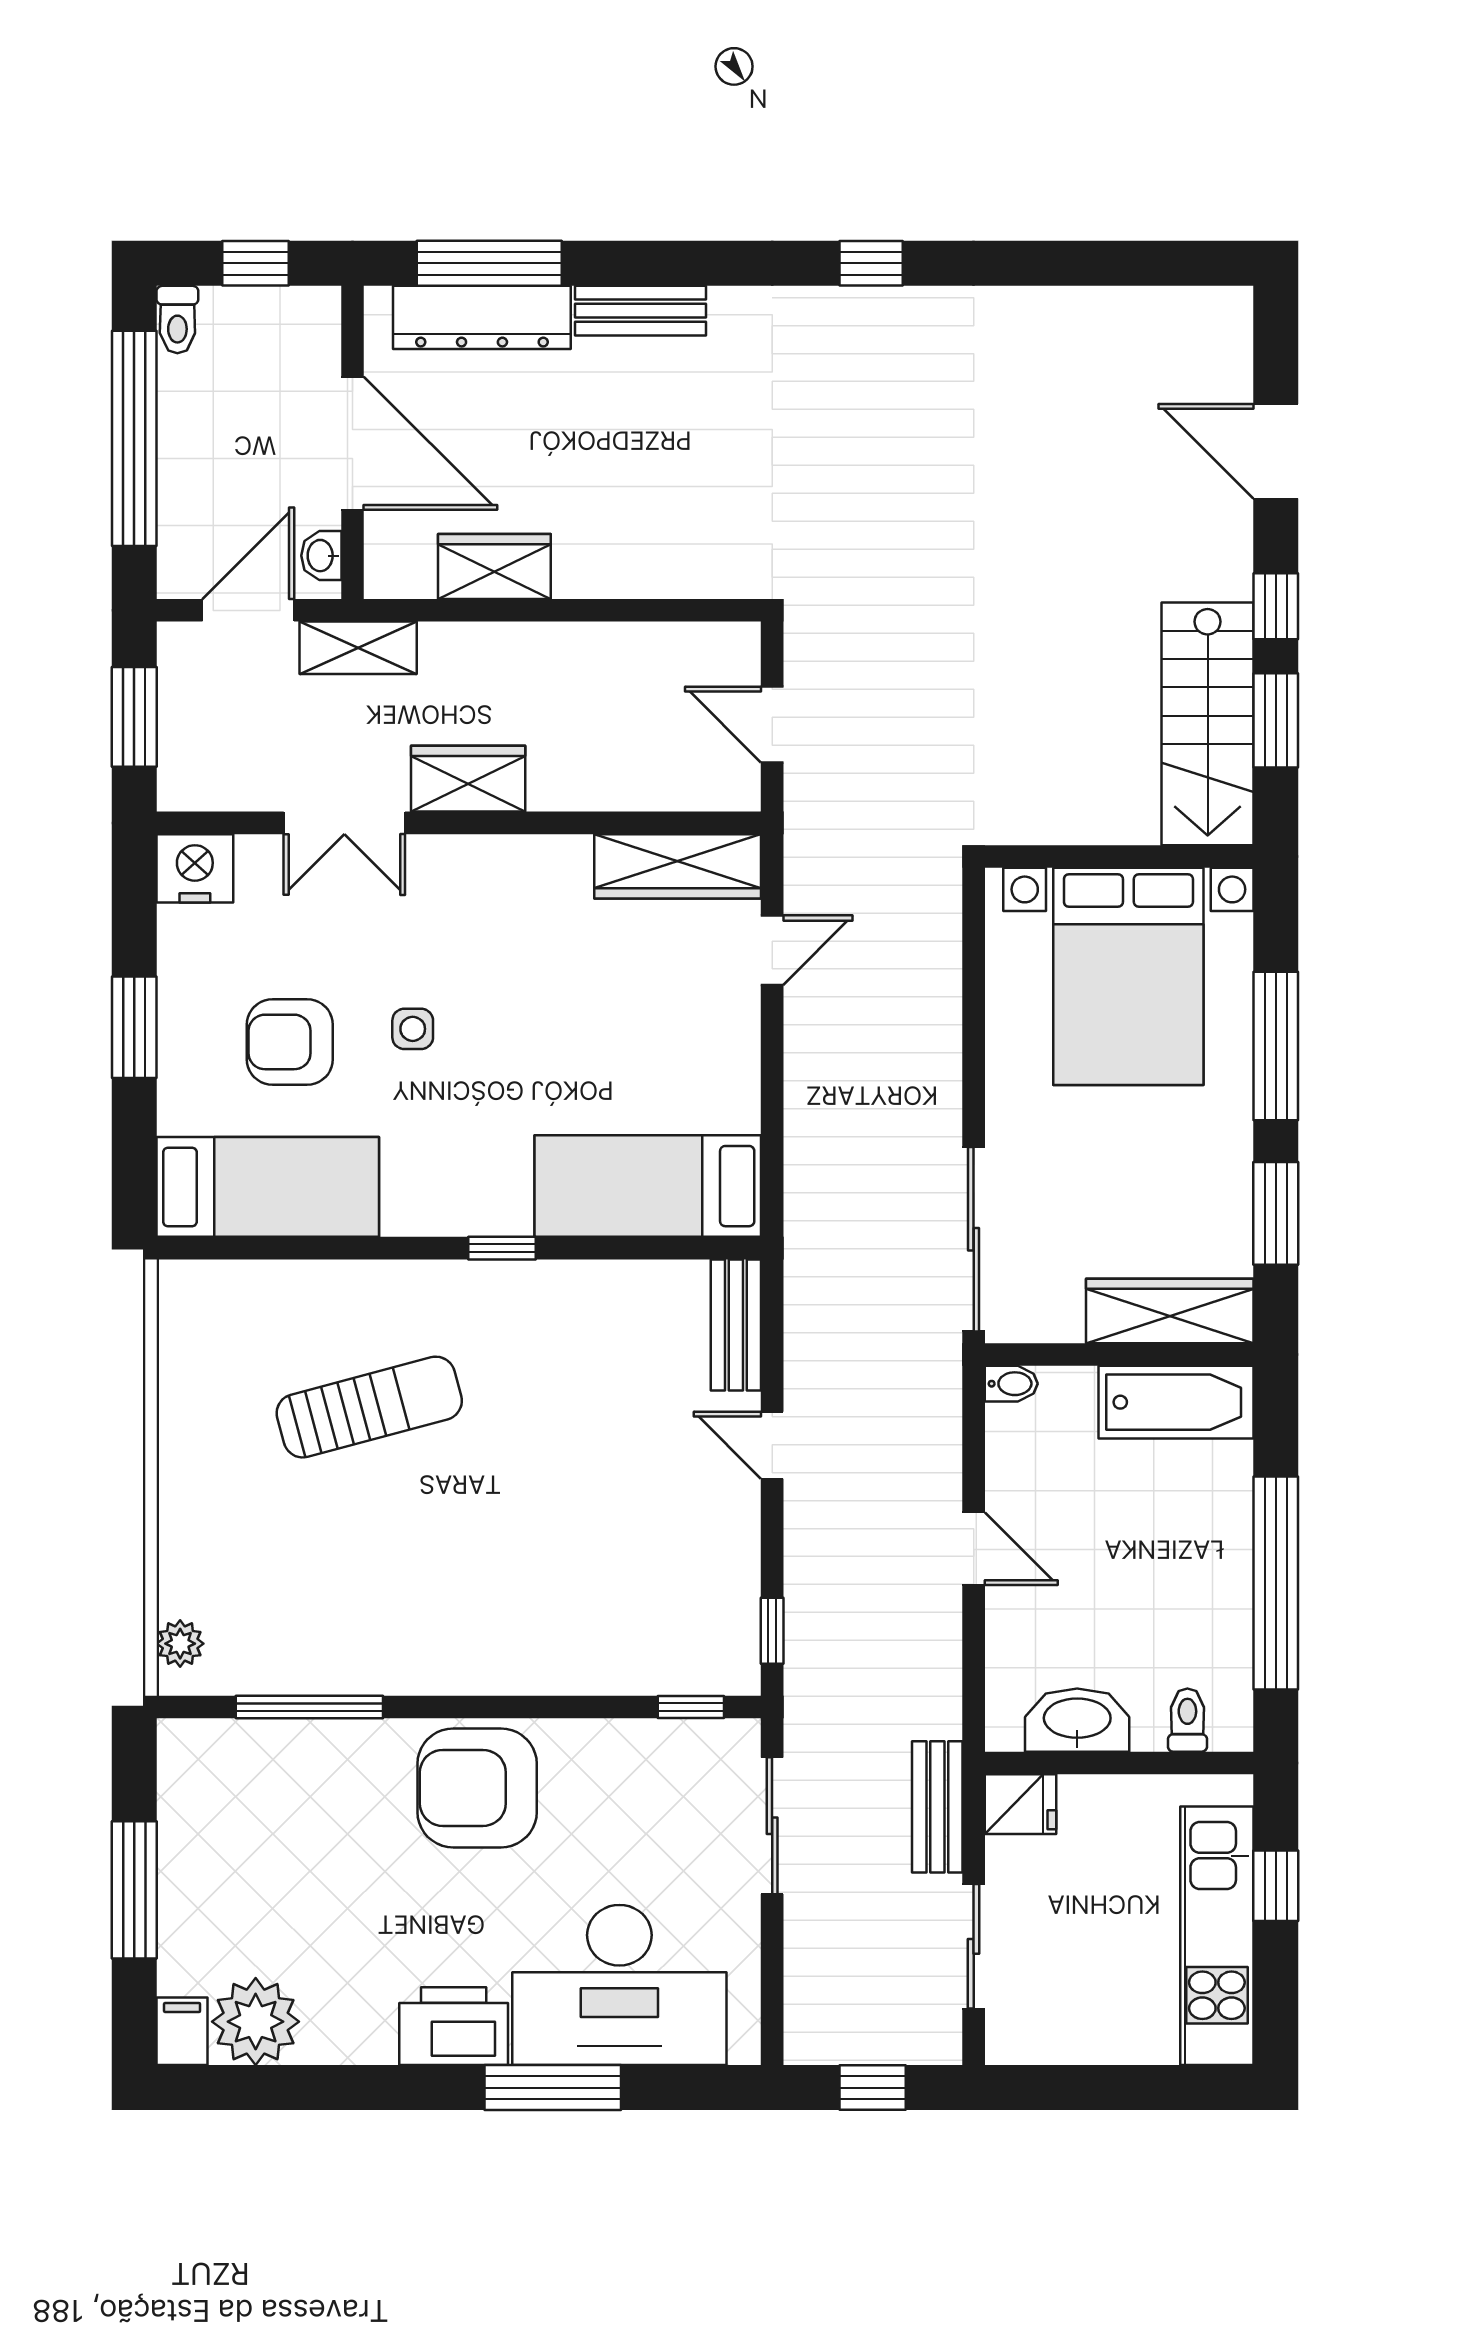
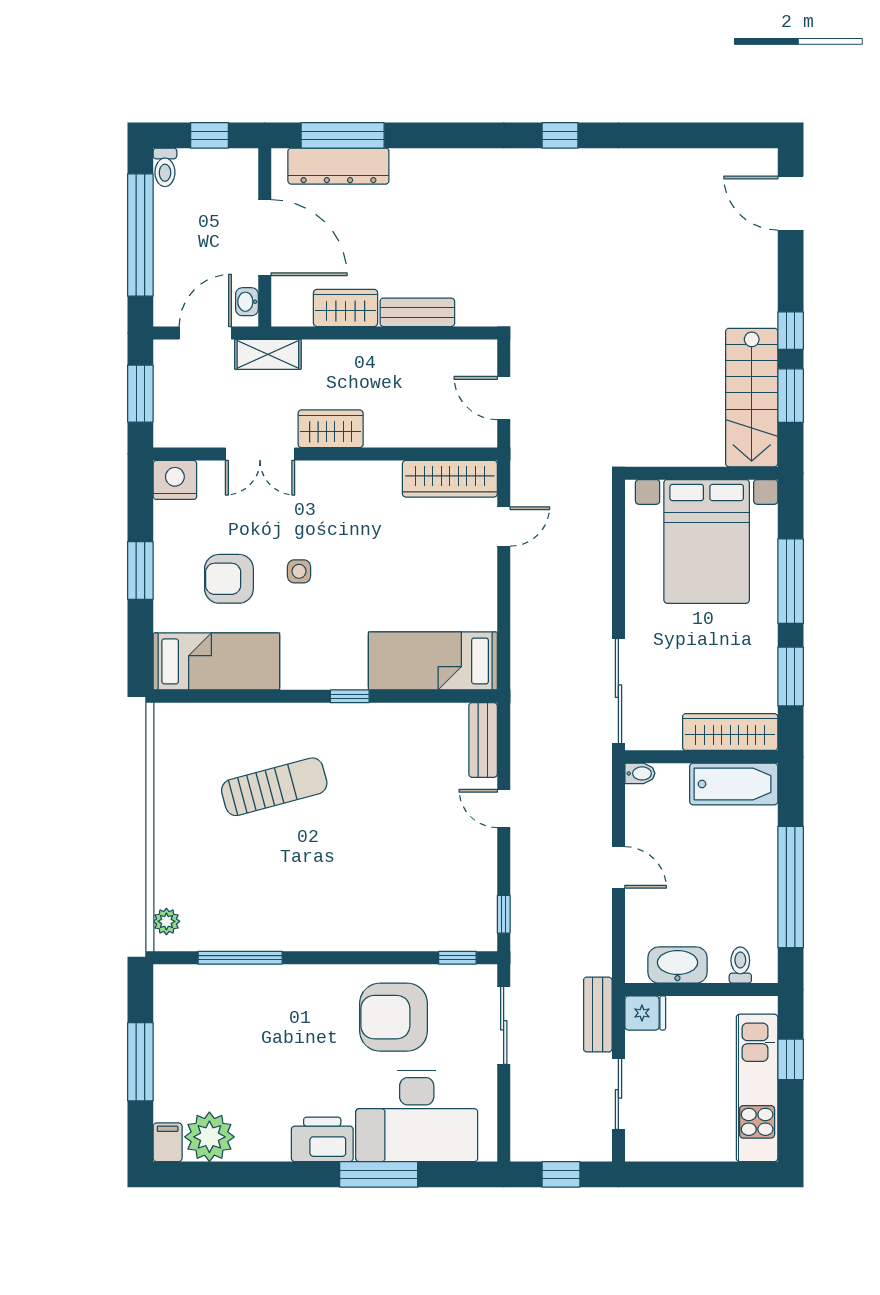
bench: (641, 311) -> (417, 312), moved
door: (1276, 451) -> (791, 203), moved
armchair: (477, 1788) -> (394, 1017), moved

